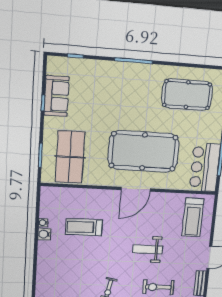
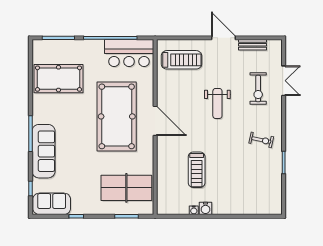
sofa: (114, 73) -> (44, 151), added
pool table: (187, 95) -> (58, 79), turned 90
sofa: (57, 96) -> (52, 204), moved

